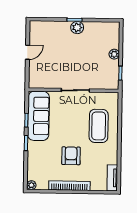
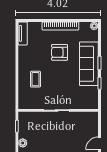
sofa: (38, 116) -> (89, 64), moved
coffee table: (99, 126) -> (36, 79), width x0.54, depth x0.58
armchair: (71, 156) -> (60, 52), turned 90

